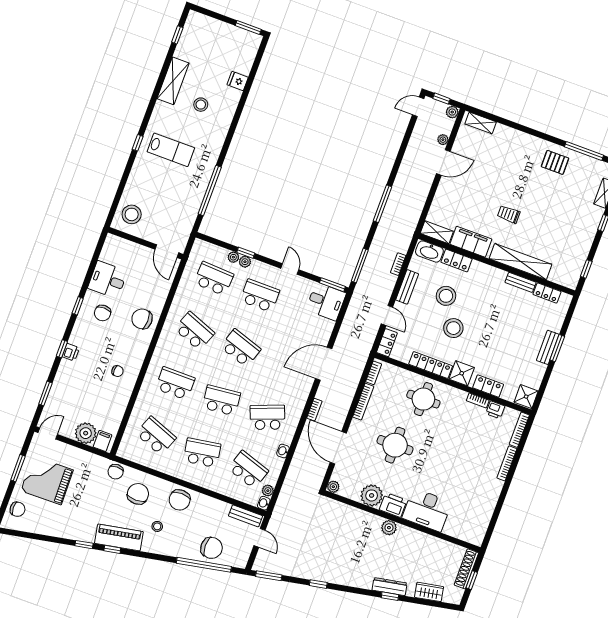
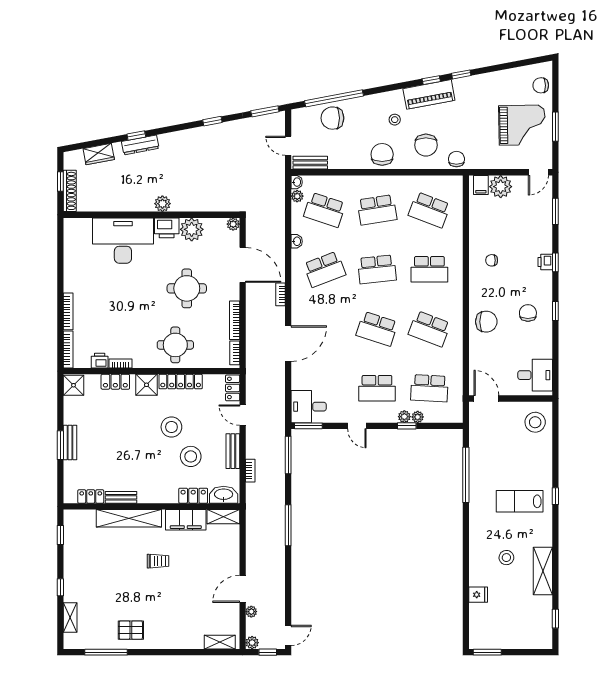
desk: (108, 280) -> (535, 375), moved
desk: (427, 510) -> (123, 241), width x1.36, depth x1.30

